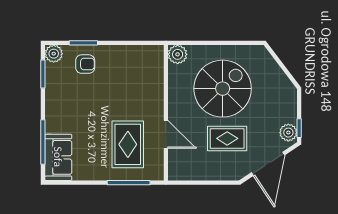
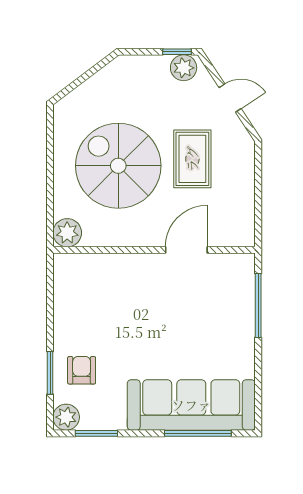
rug: (128, 144) -> (201, 307), removed
sofa: (58, 157) -> (191, 405), width x1.85, depth x1.27
door: (268, 164) -> (230, 98), width x0.53

